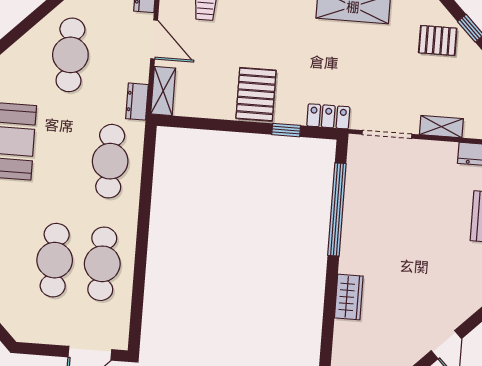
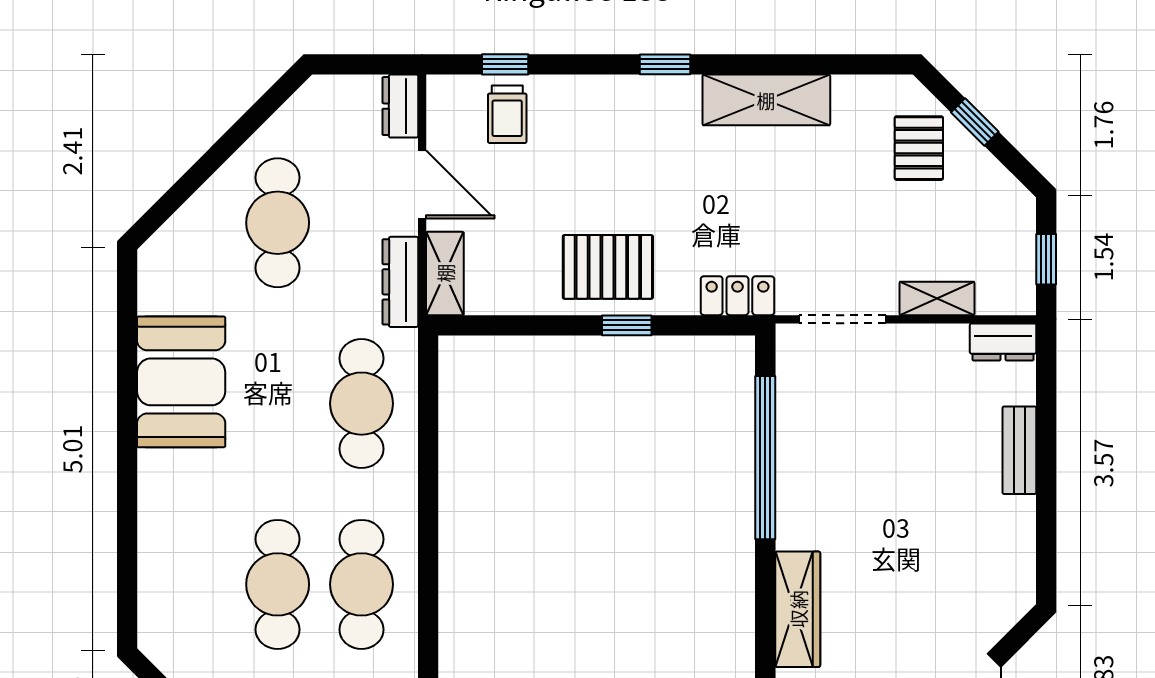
pallet: (438, 40) -> (919, 148), turned 90
pallet: (256, 94) -> (608, 267), turned 90
dresser: (137, 102) -> (400, 282), width x1.44
window: (286, 130) -> (627, 325), moved
wardrobe: (349, 297) -> (798, 609), width x1.50

